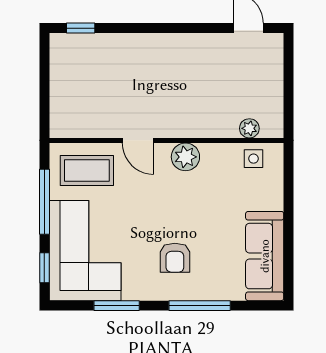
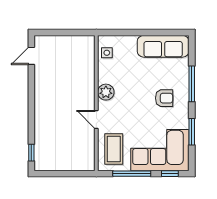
plant: (249, 128) -> (89, 55), removed
door: (138, 140) -> (96, 120), swing flipped

